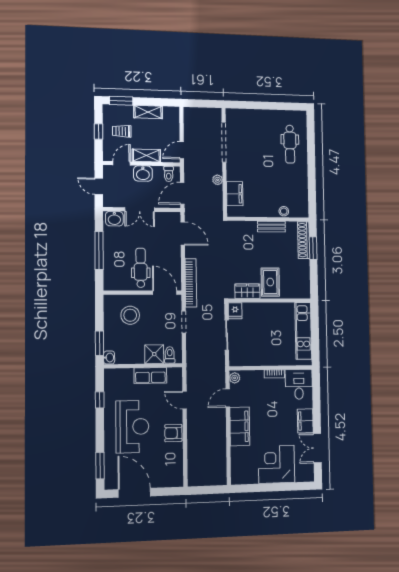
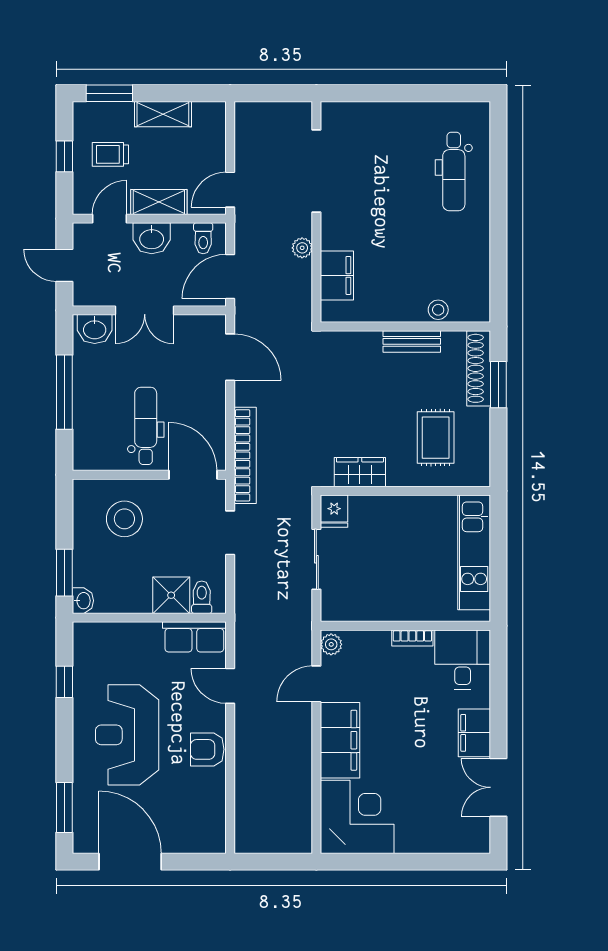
rug: (270, 282) -> (436, 438), moved
row of seats: (150, 376) -> (194, 637), moved
reception desk: (132, 427) -> (127, 735), turned 180
corner desk: (276, 464) -> (357, 817), moved, turned 90

